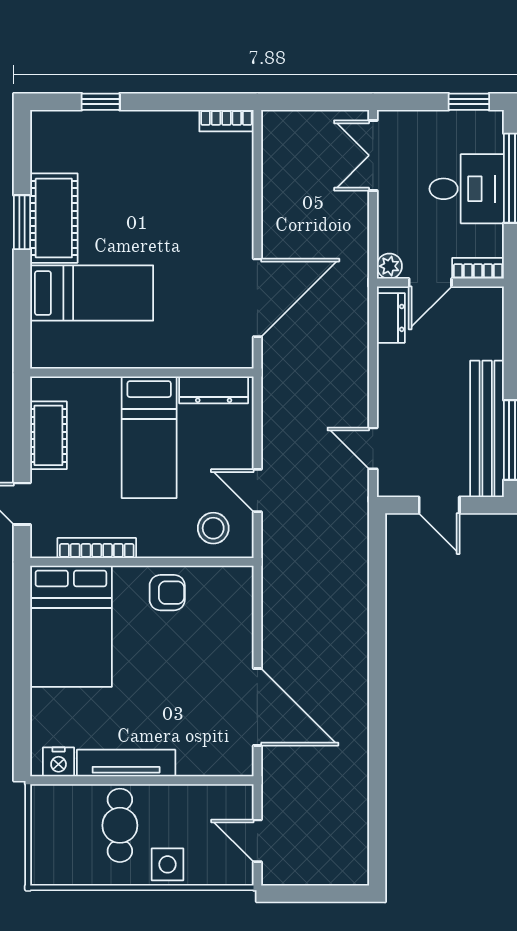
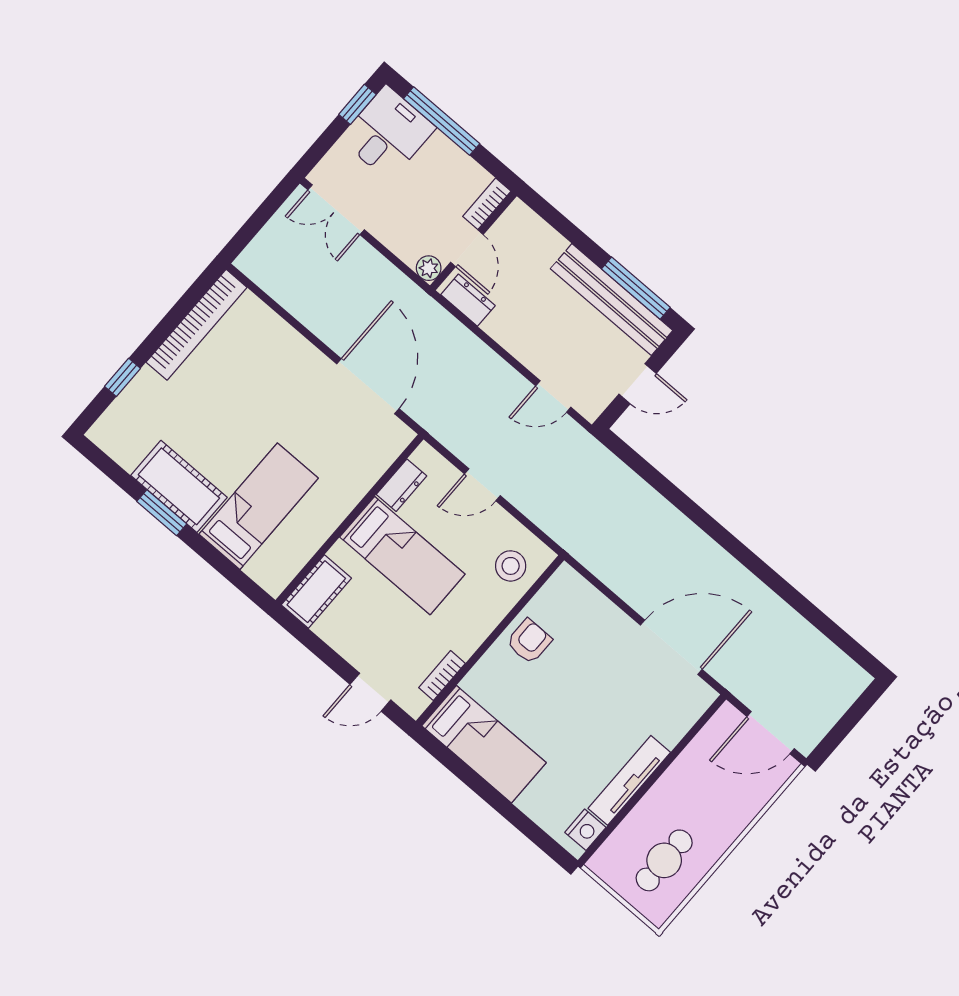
bookcase: (226, 121) -> (197, 325), width x2.31, depth x1.31
desk: (467, 189) -> (388, 133), moved
dresser: (214, 390) -> (402, 485), width x0.70
cot: (48, 435) -> (316, 592), moved, turned 90
door: (257, 491) -> (482, 485), moved
bookcase: (97, 548) -> (442, 675), width x0.64
bed: (71, 626) -> (484, 744), width x0.67
cafe table: (120, 825) -> (664, 860), moved, turned 90
door: (257, 841) -> (771, 733), width x1.38
side table: (167, 864) -> (731, 814), removed

